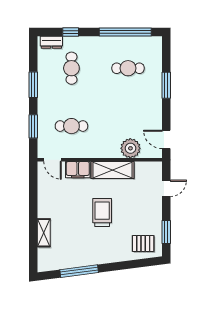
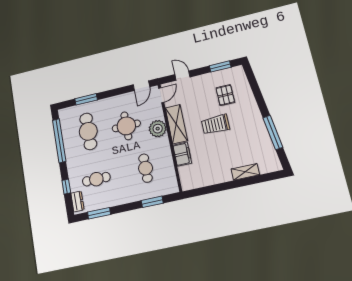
cafe table: (128, 68) -> (88, 131), width x1.37, depth x1.35
window: (33, 85) -> (99, 213), moved
window: (166, 85) -> (86, 99), moved
round table: (124, 113) -> (126, 126), added
plant: (130, 148) -> (158, 129), moved
door: (52, 160) -> (161, 95), moved
pallet: (143, 243) -> (225, 95), moved

